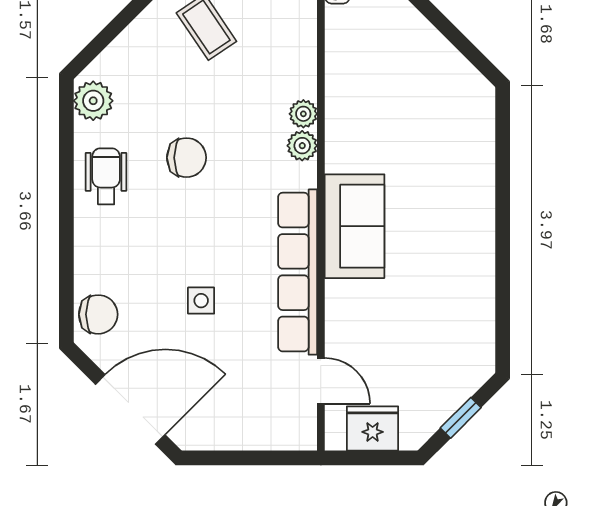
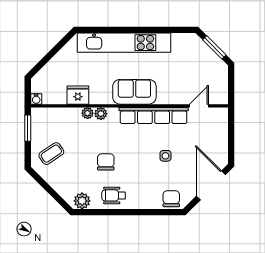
kitchen unit: (472, 201) -> (124, 43), added
window: (461, 418) -> (214, 47), width x1.50
fridge: (373, 428) -> (78, 95), moved, turned 90

